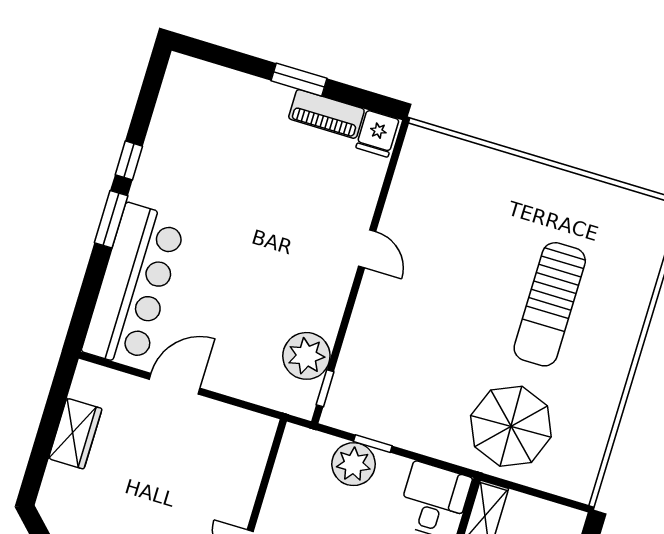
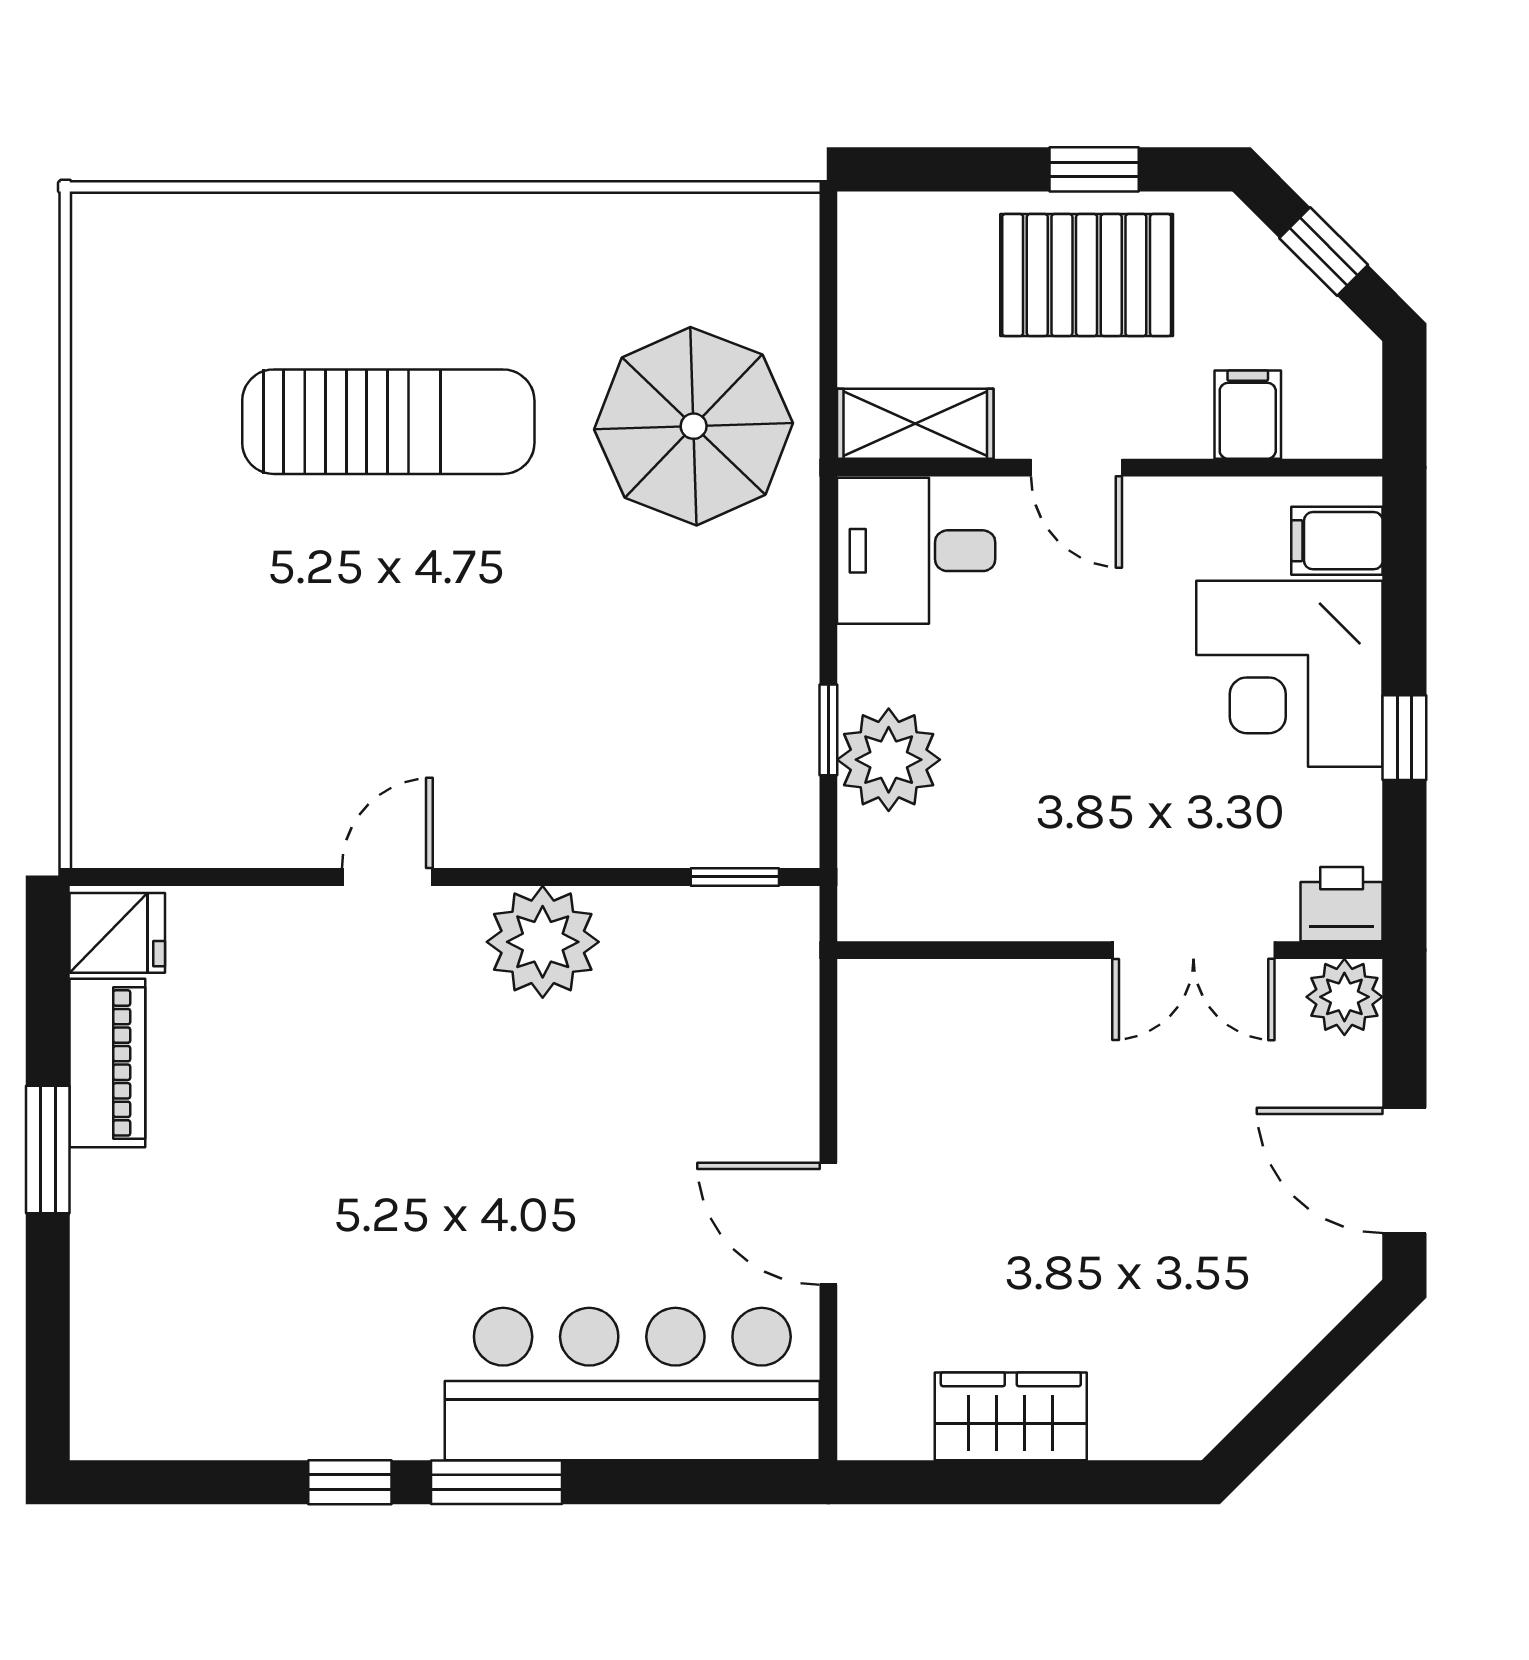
plant: (306, 356) -> (543, 942), moved

